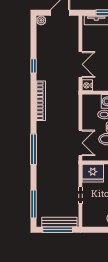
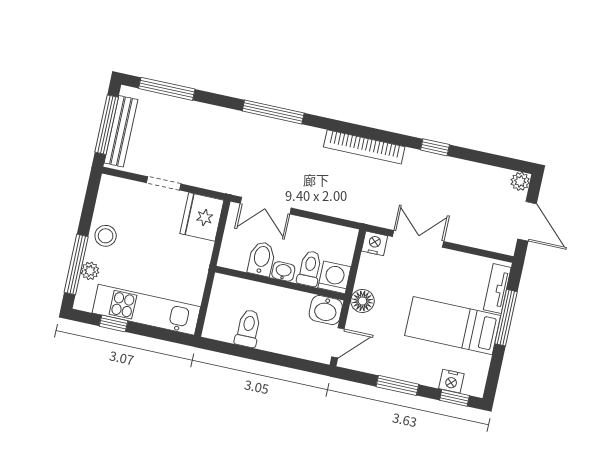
double door: (80, 64) -> (418, 239), swing flipped

